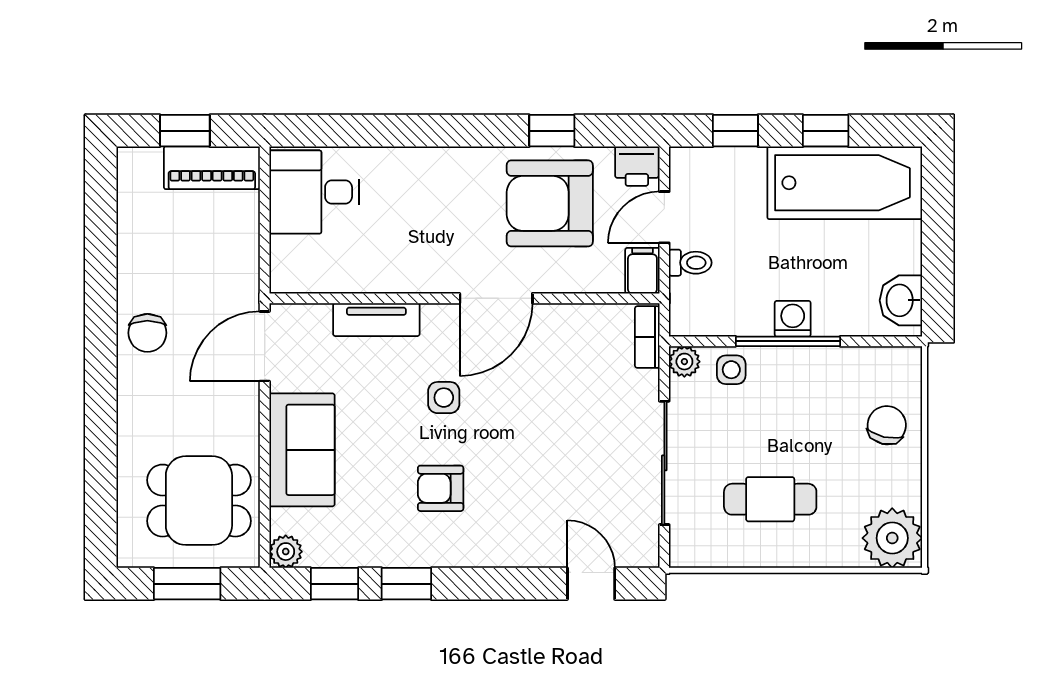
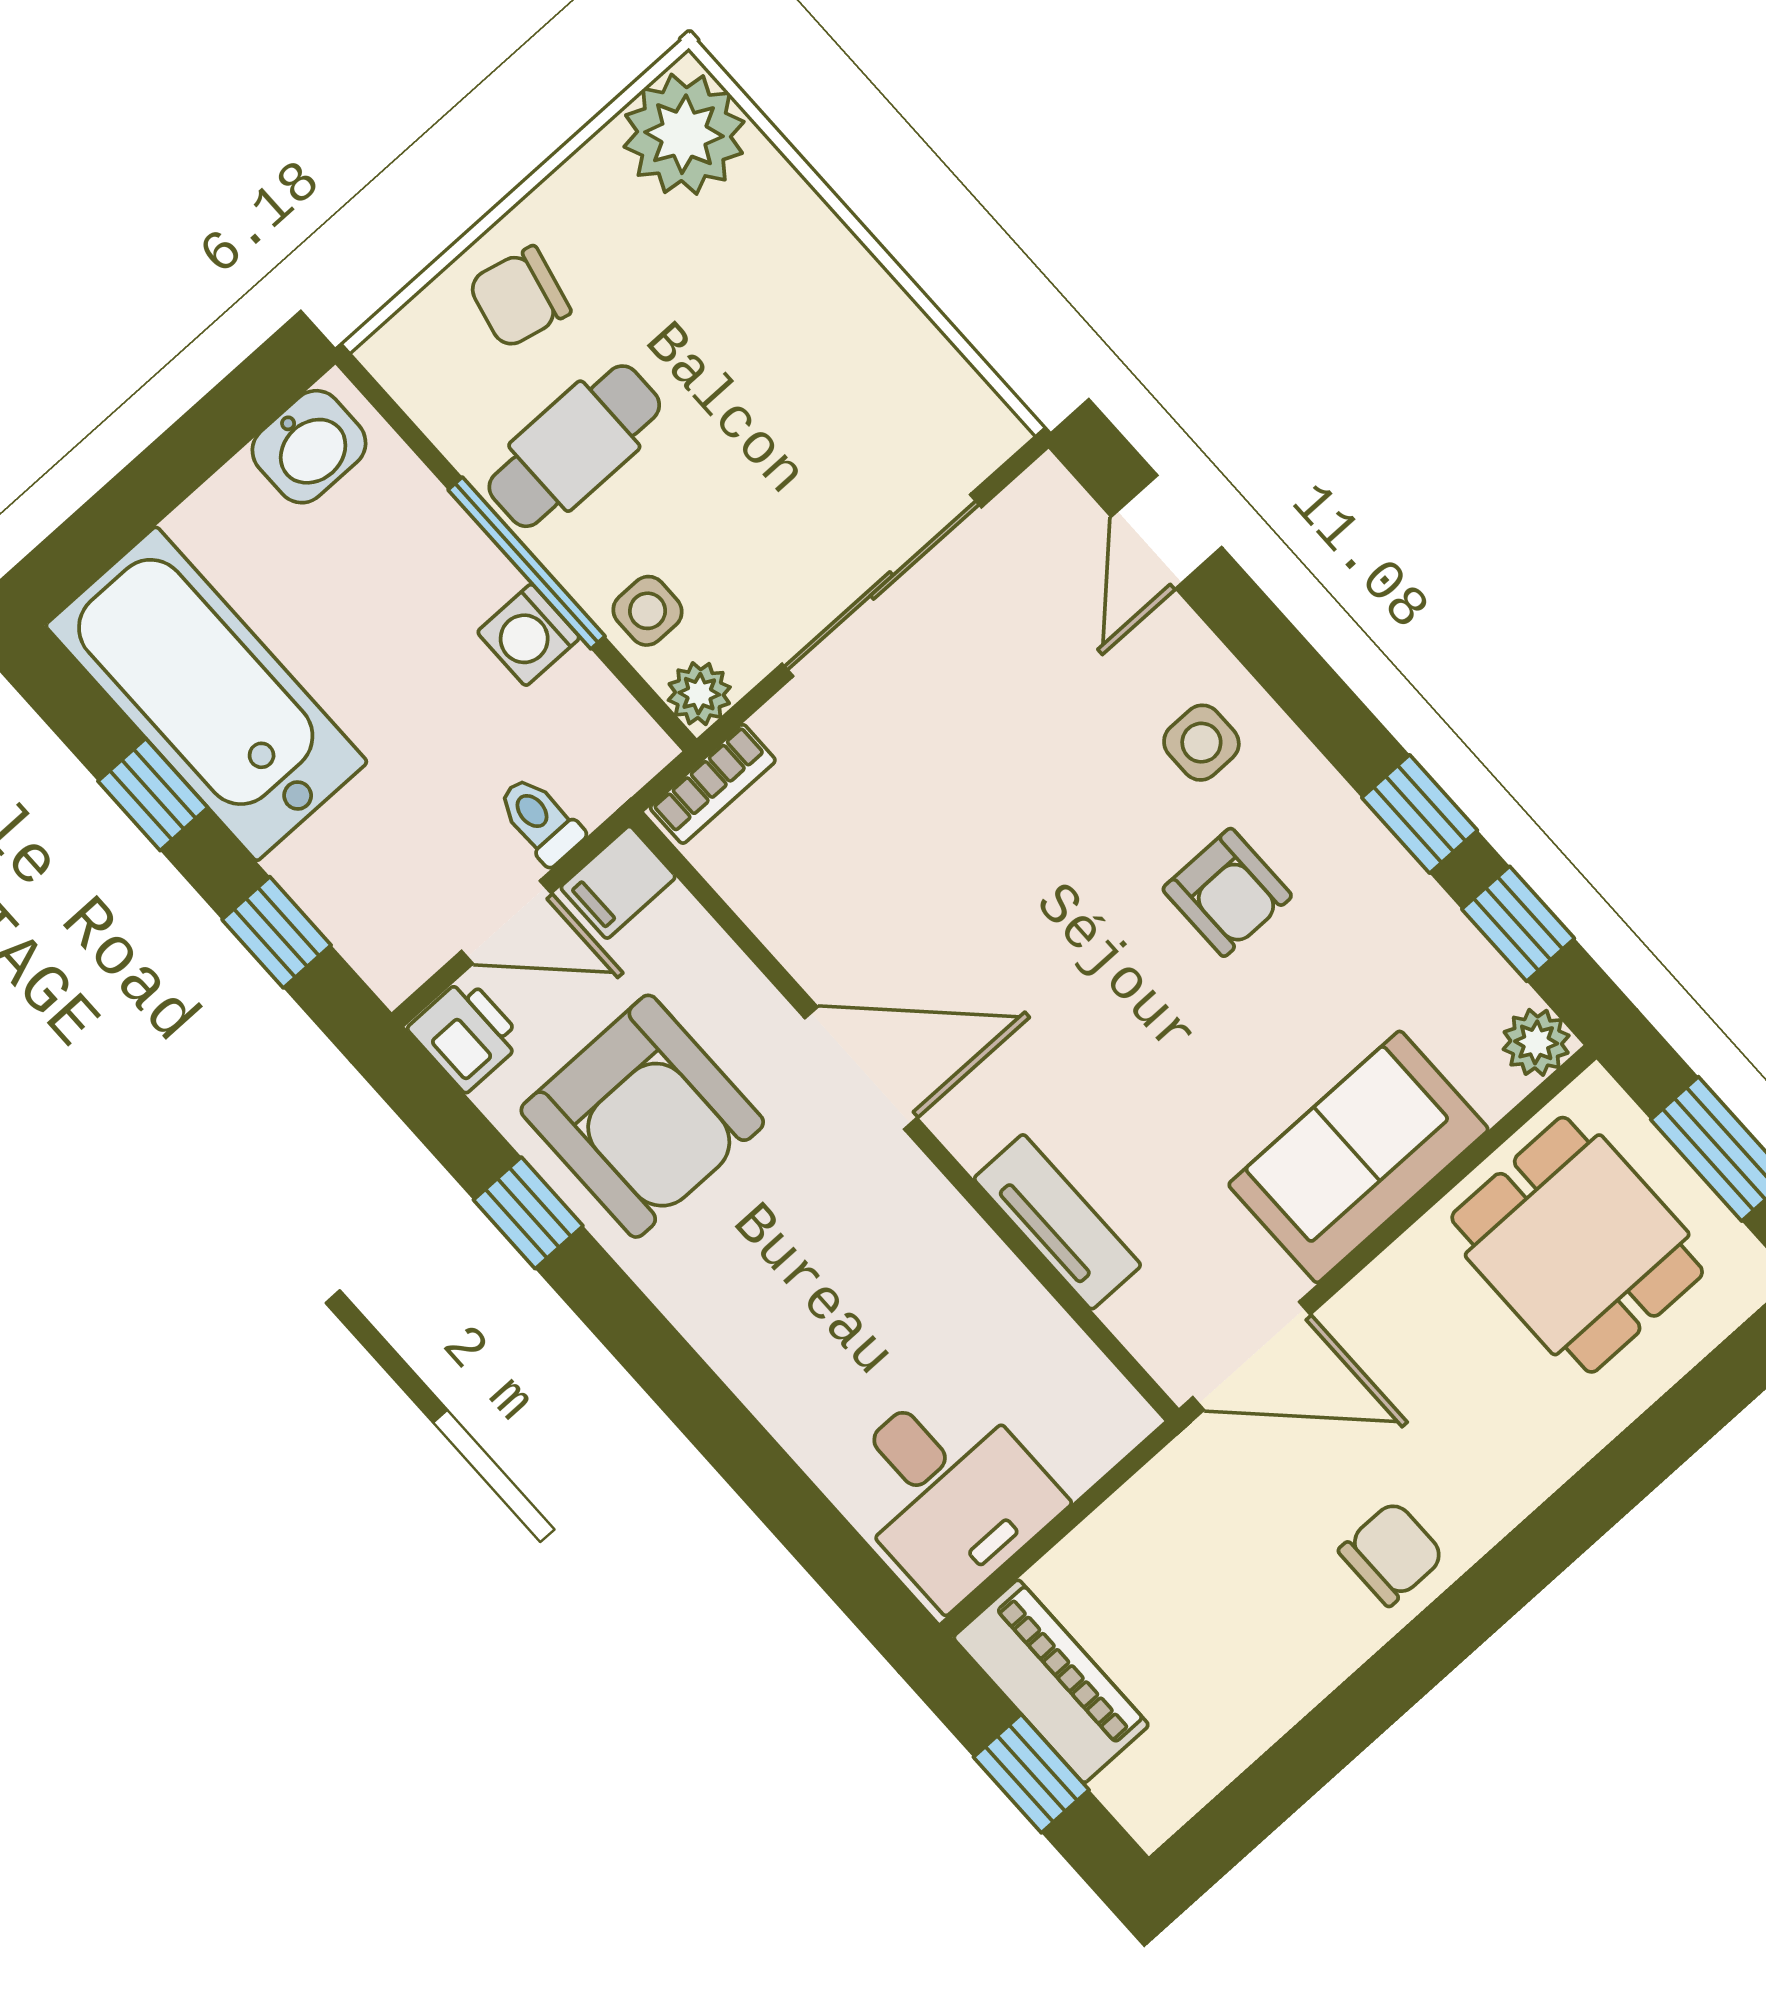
washing machine: (793, 319) -> (529, 635), moved
side table: (444, 398) -> (1201, 743), moved
cafe table: (770, 499) -> (574, 446), moved, turned 90

